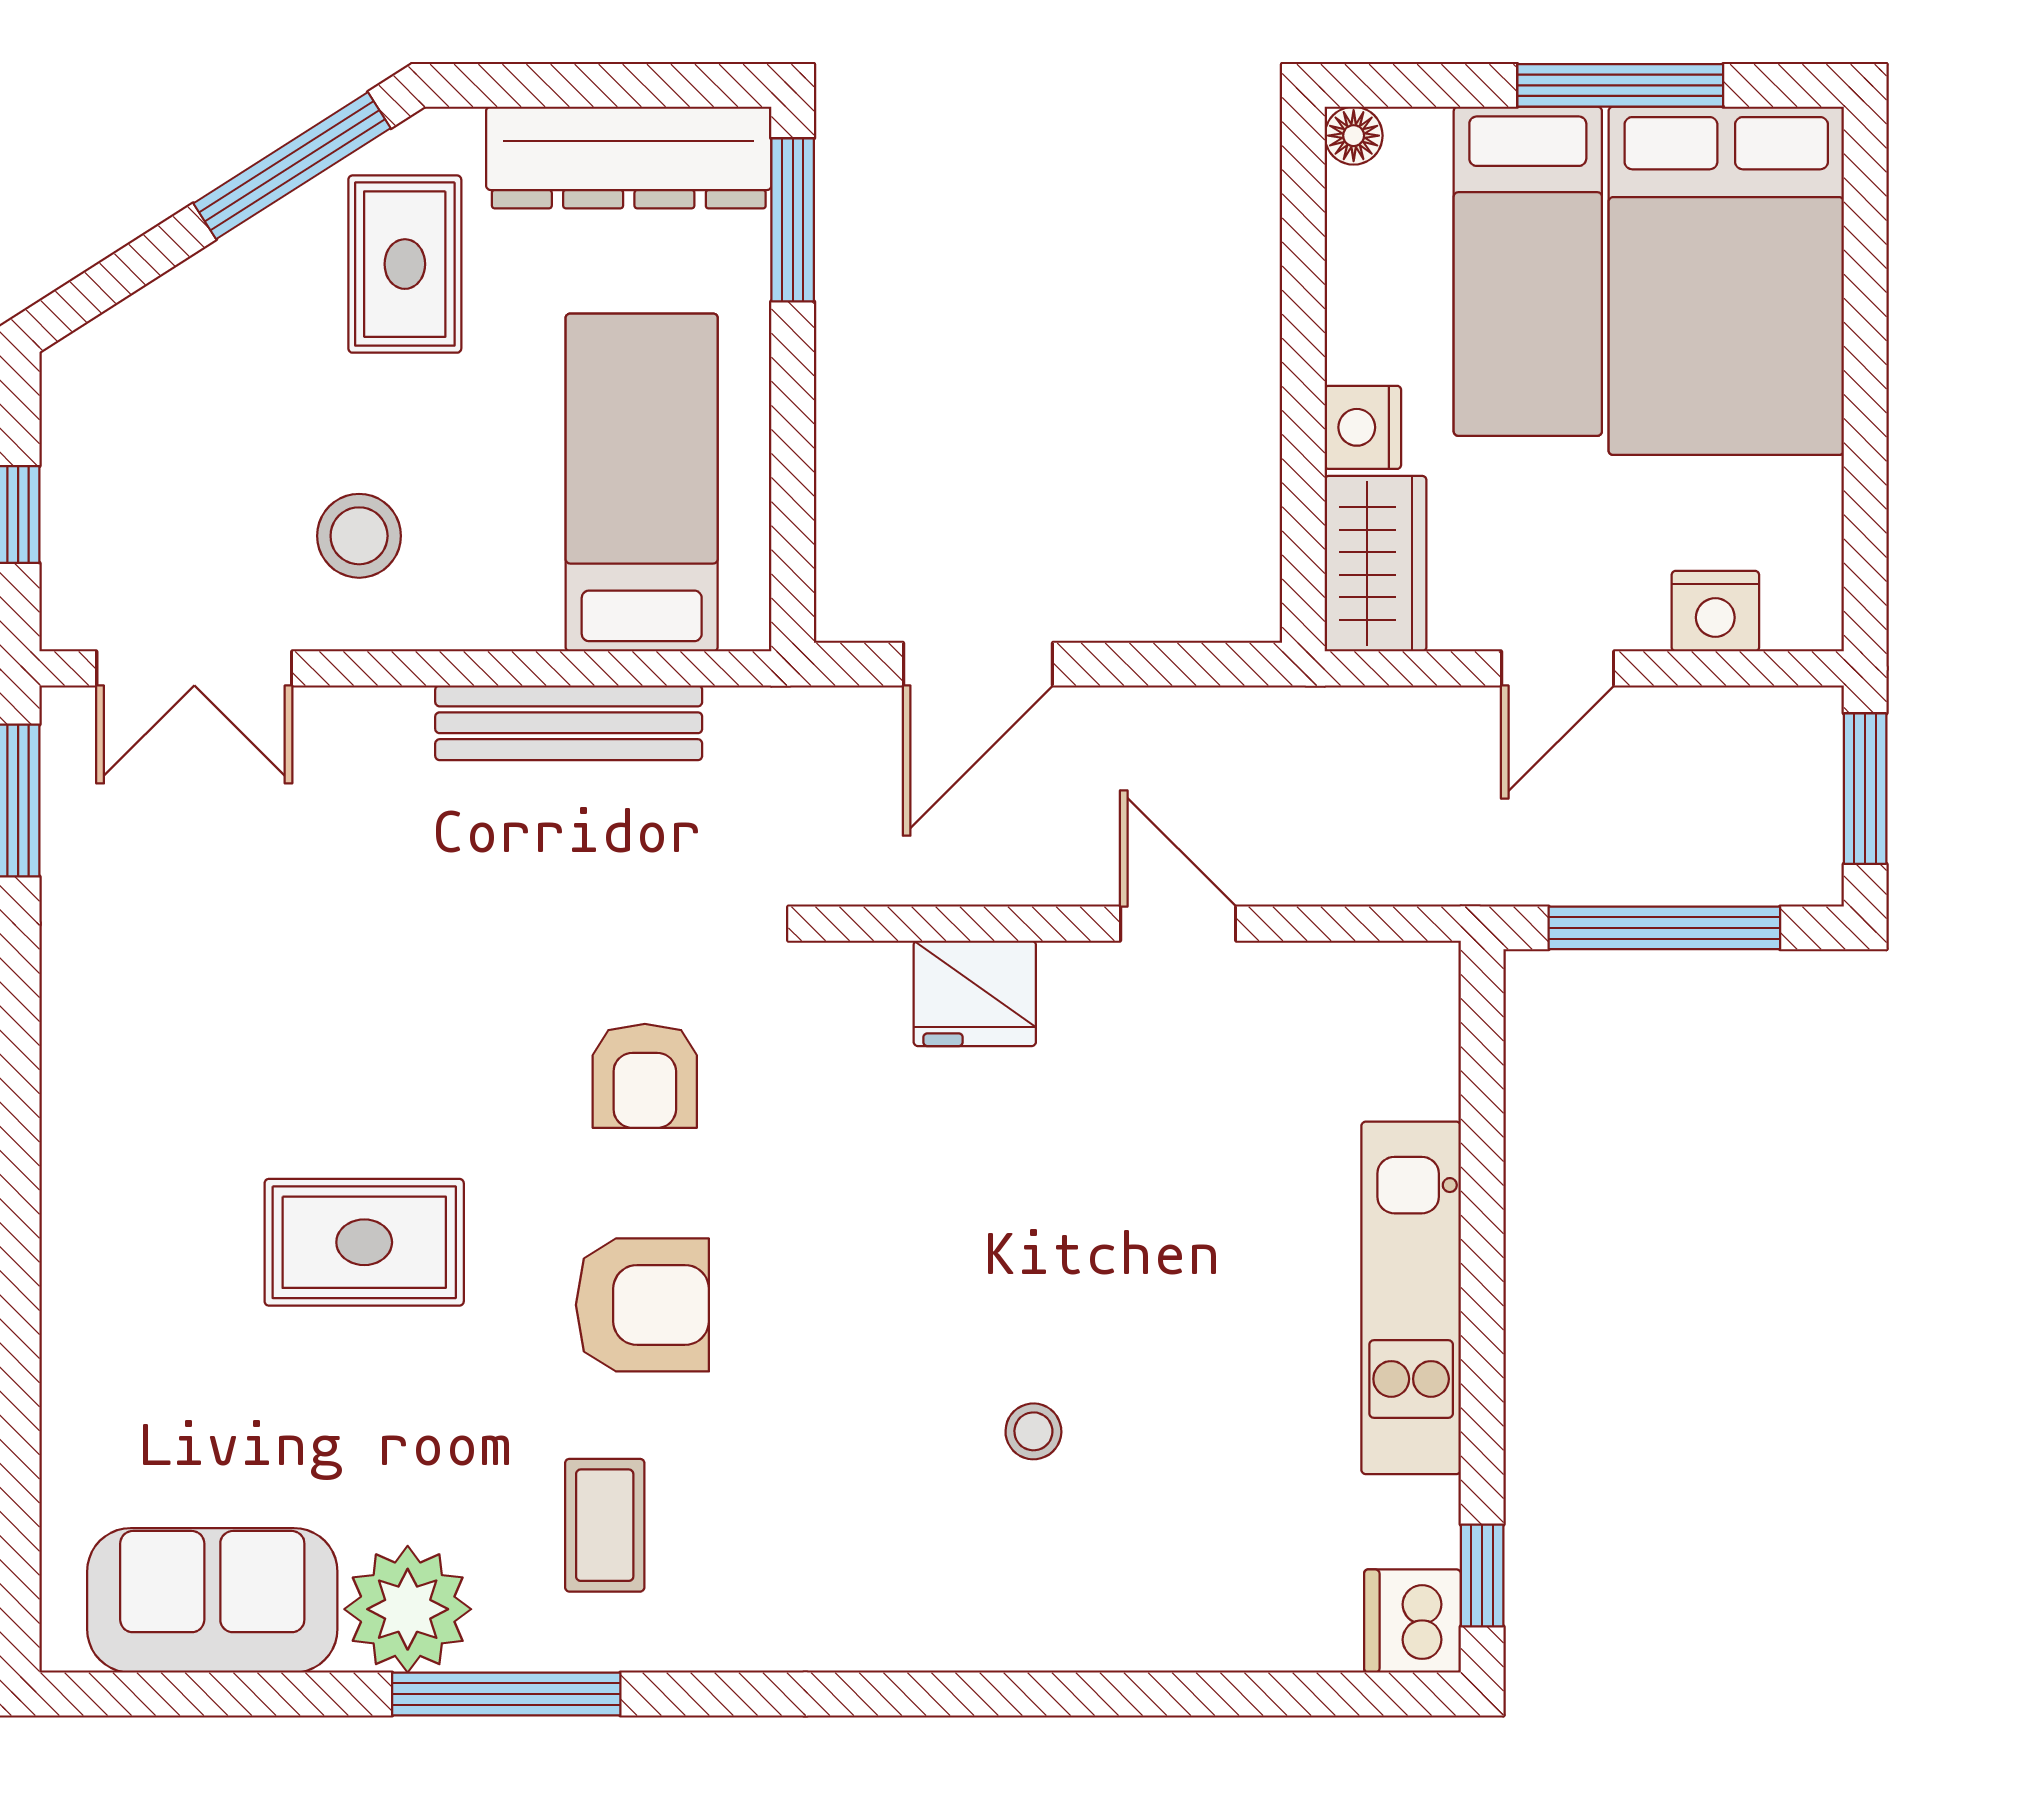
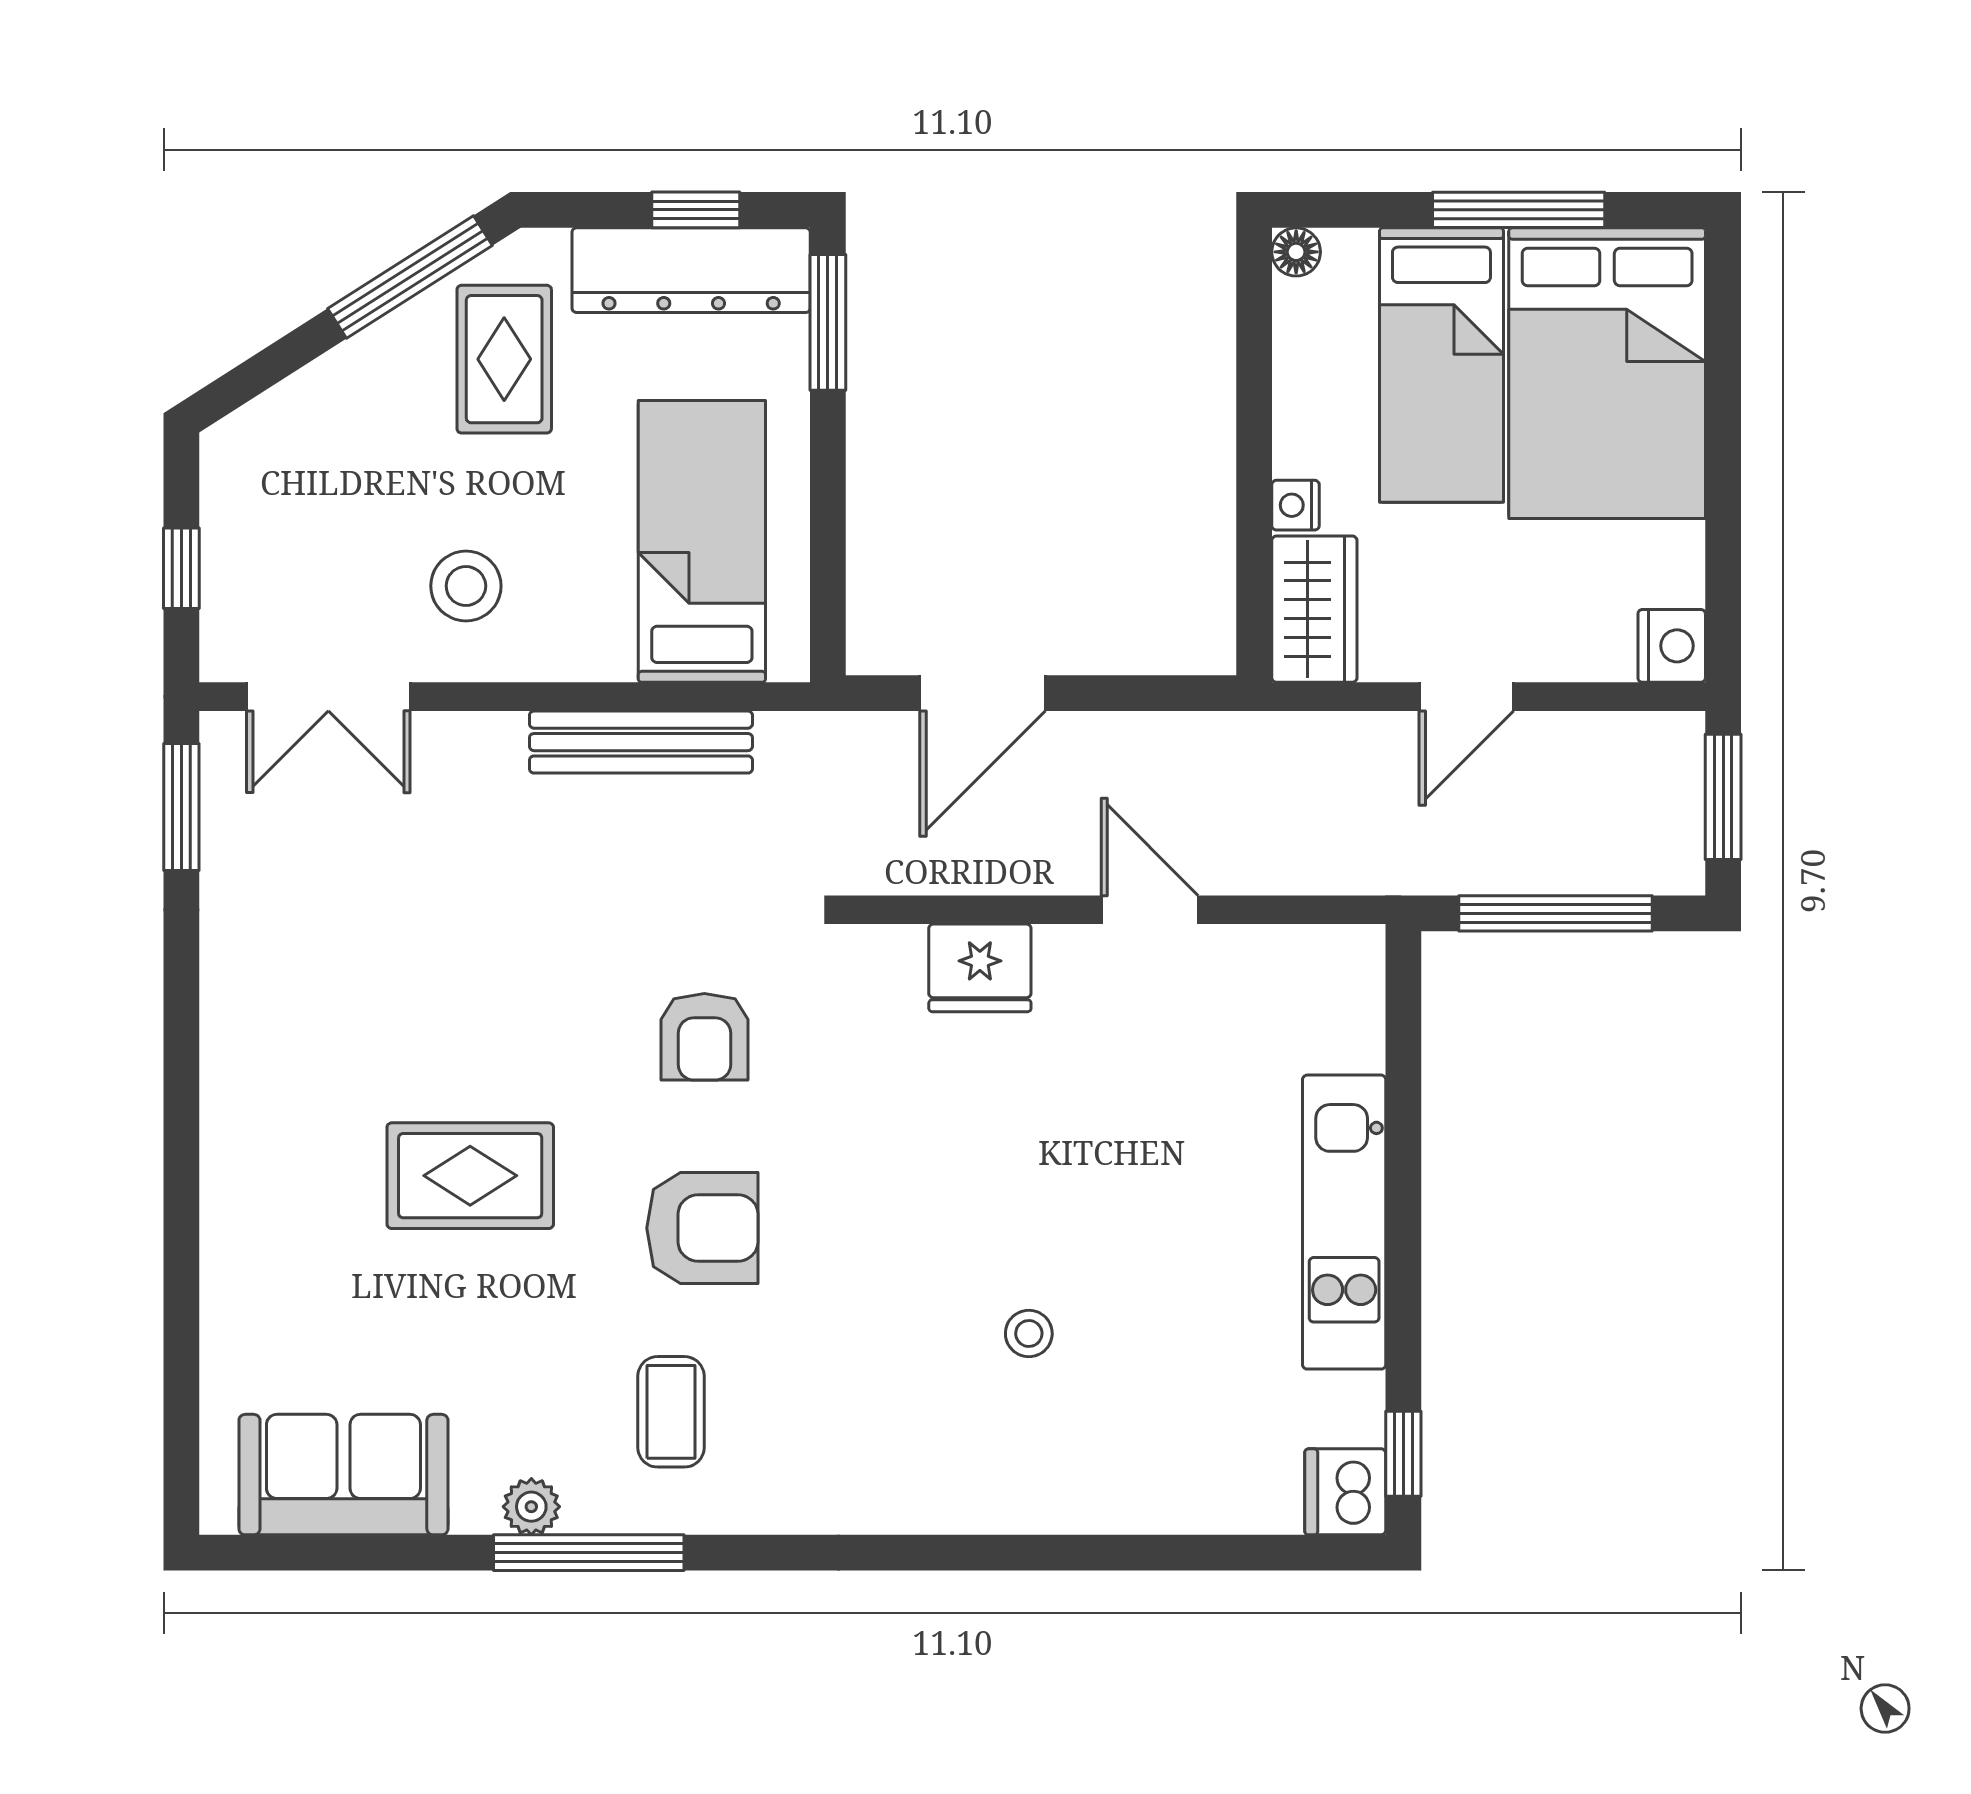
window: (634, 85) -> (696, 210), added
nightstand: (1363, 427) -> (1296, 505), width x0.72, depth x0.74
nightstand: (1715, 611) -> (1672, 646), moved, turned -90
plant: (408, 1609) -> (531, 1507), width x0.53, depth x0.53

